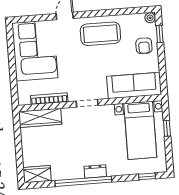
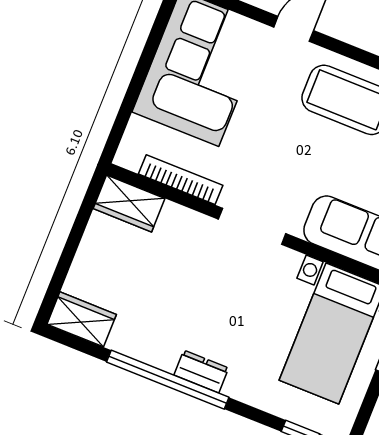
doorway: (87, 103) -> (252, 226), width x1.38
wardrobe: (40, 118) -> (129, 204), width x0.67

